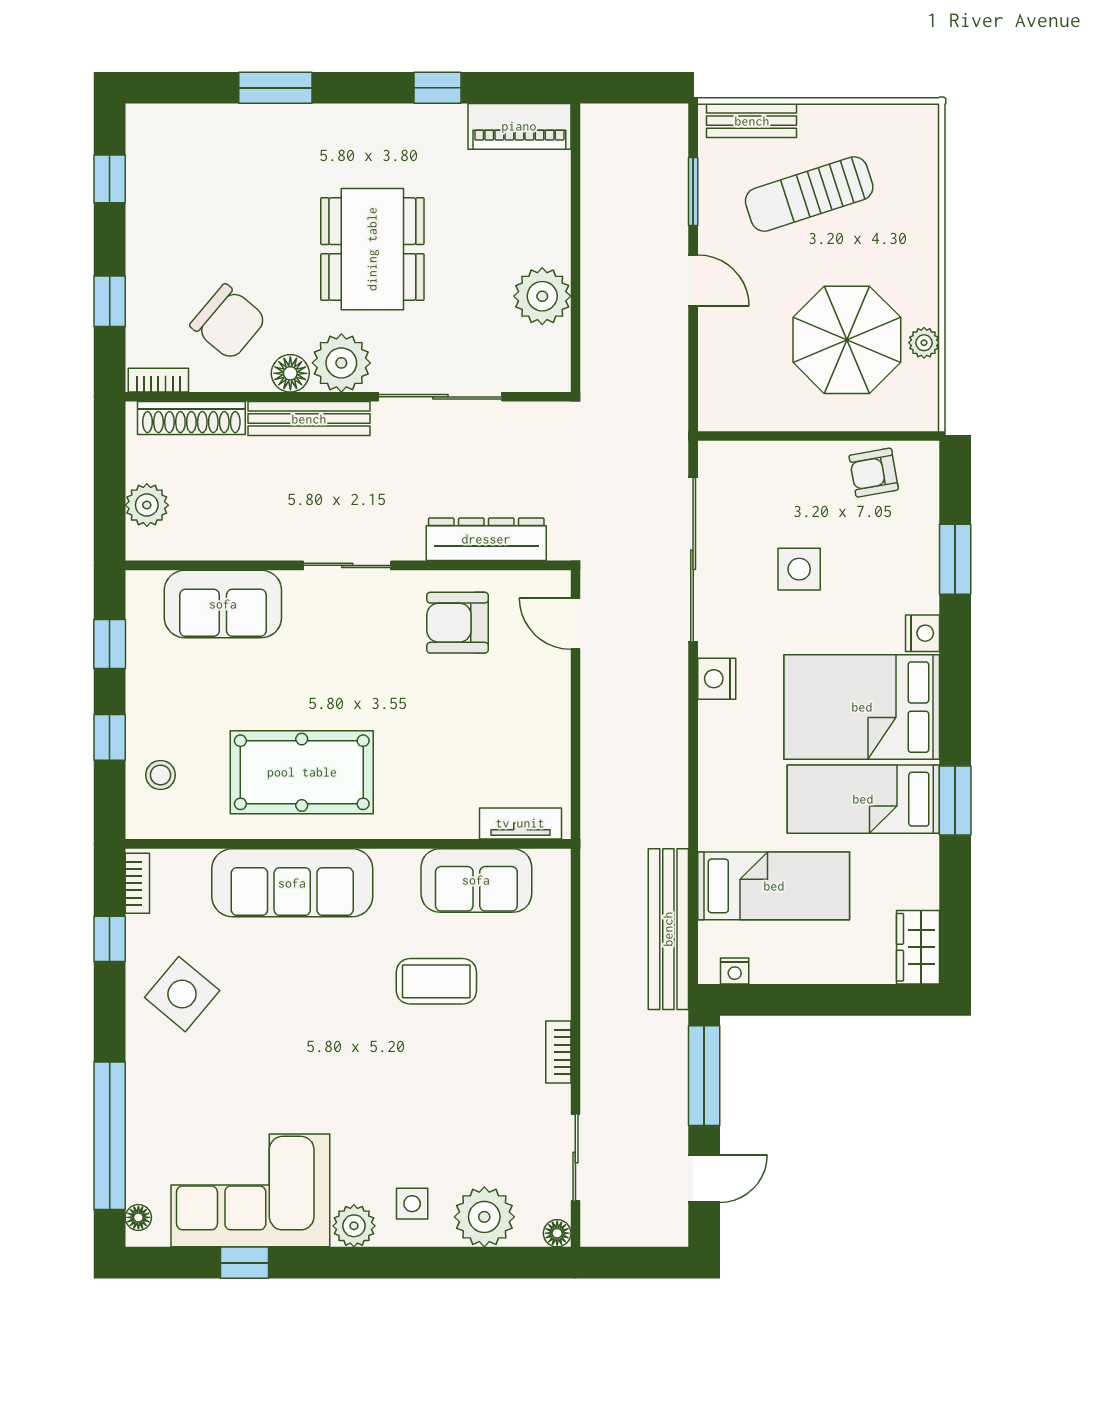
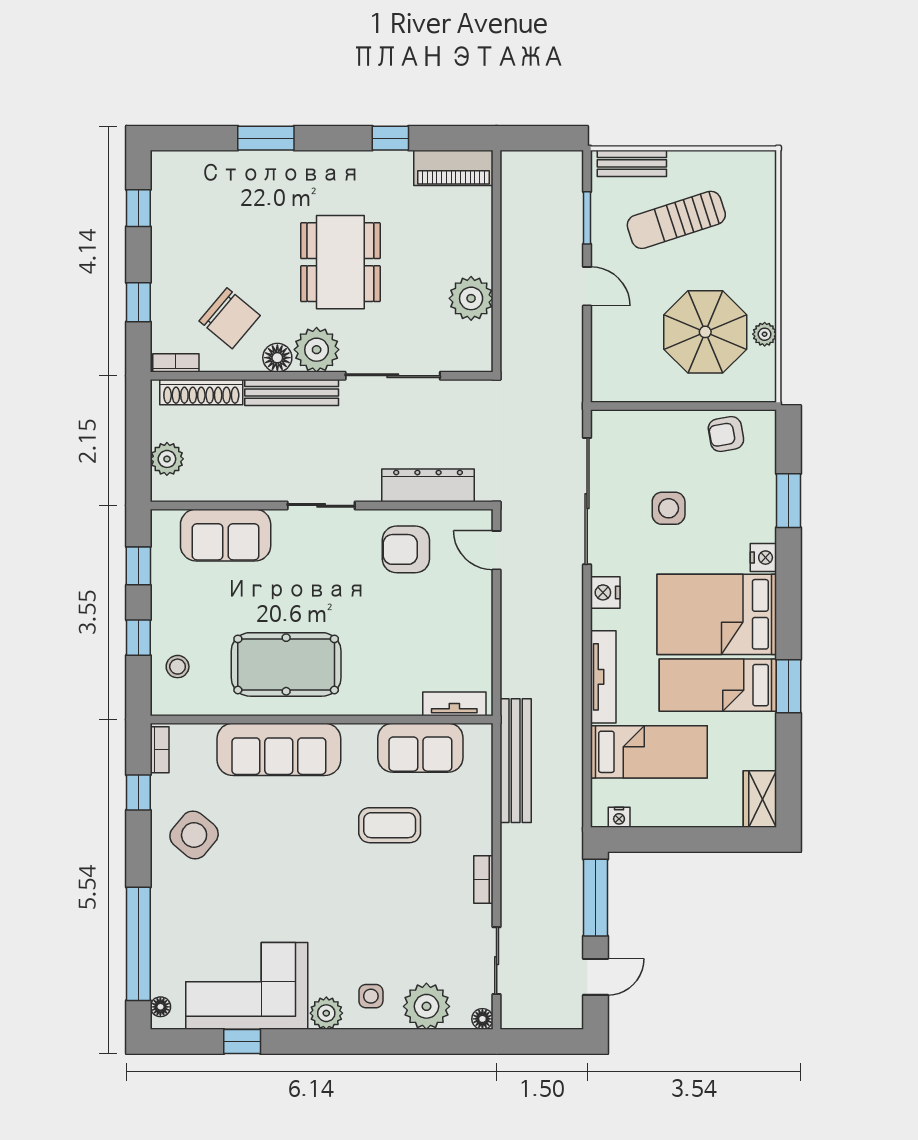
tv unit: (714, 788) -> (603, 677), added
bench: (668, 929) -> (516, 761), moved

